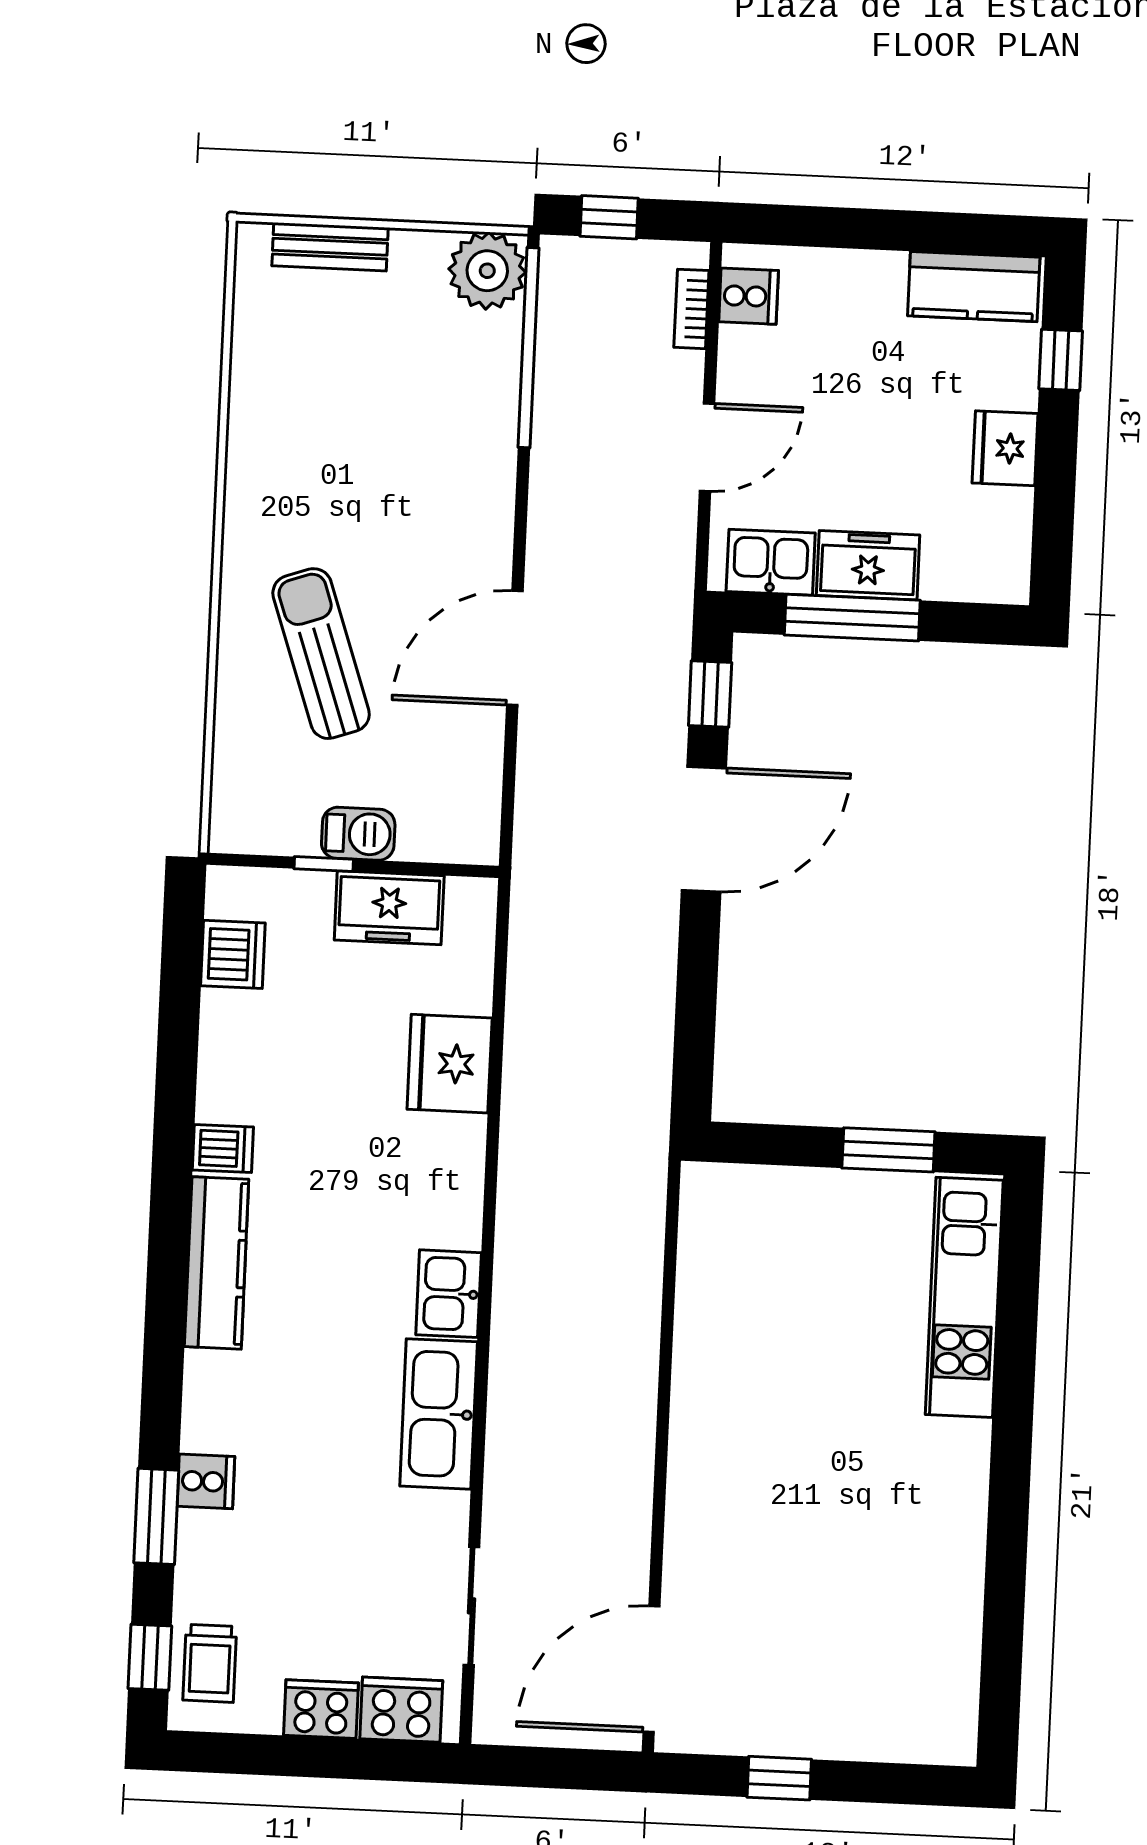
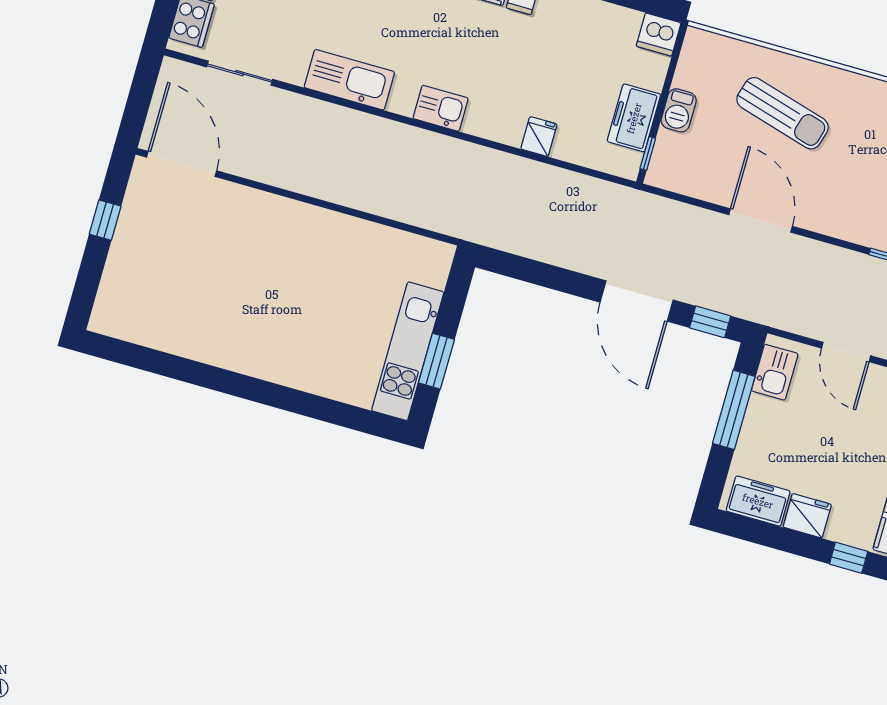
freezer: (868, 565) -> (758, 501), moved, turned -90
sun lounger: (321, 654) -> (783, 113), turned 35
window: (324, 864) -> (648, 153), moved
dishwasher: (233, 954) -> (659, 34), moved
fridge: (450, 1064) -> (539, 137), width x0.53, depth x0.75
kitchen sink: (449, 1294) -> (441, 108), moved
kitchen unit: (964, 1297) -> (408, 351), moved, turned -90

